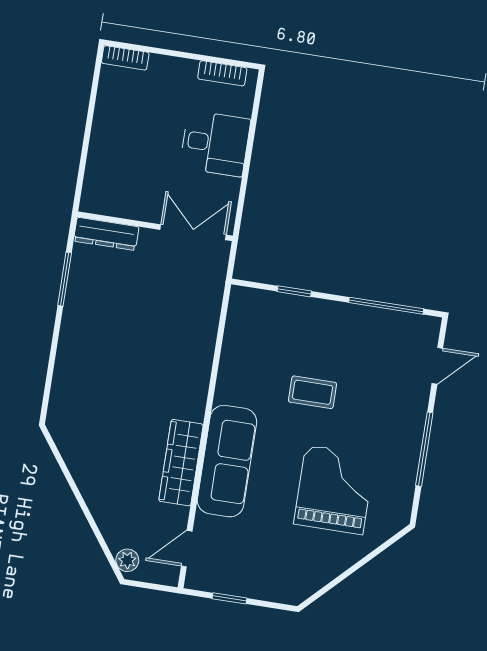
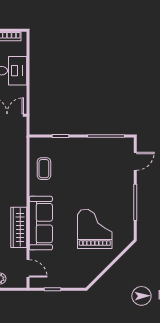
coffee table: (313, 392) -> (44, 169), moved, turned 90
door: (187, 549) -> (28, 268), swing flipped

